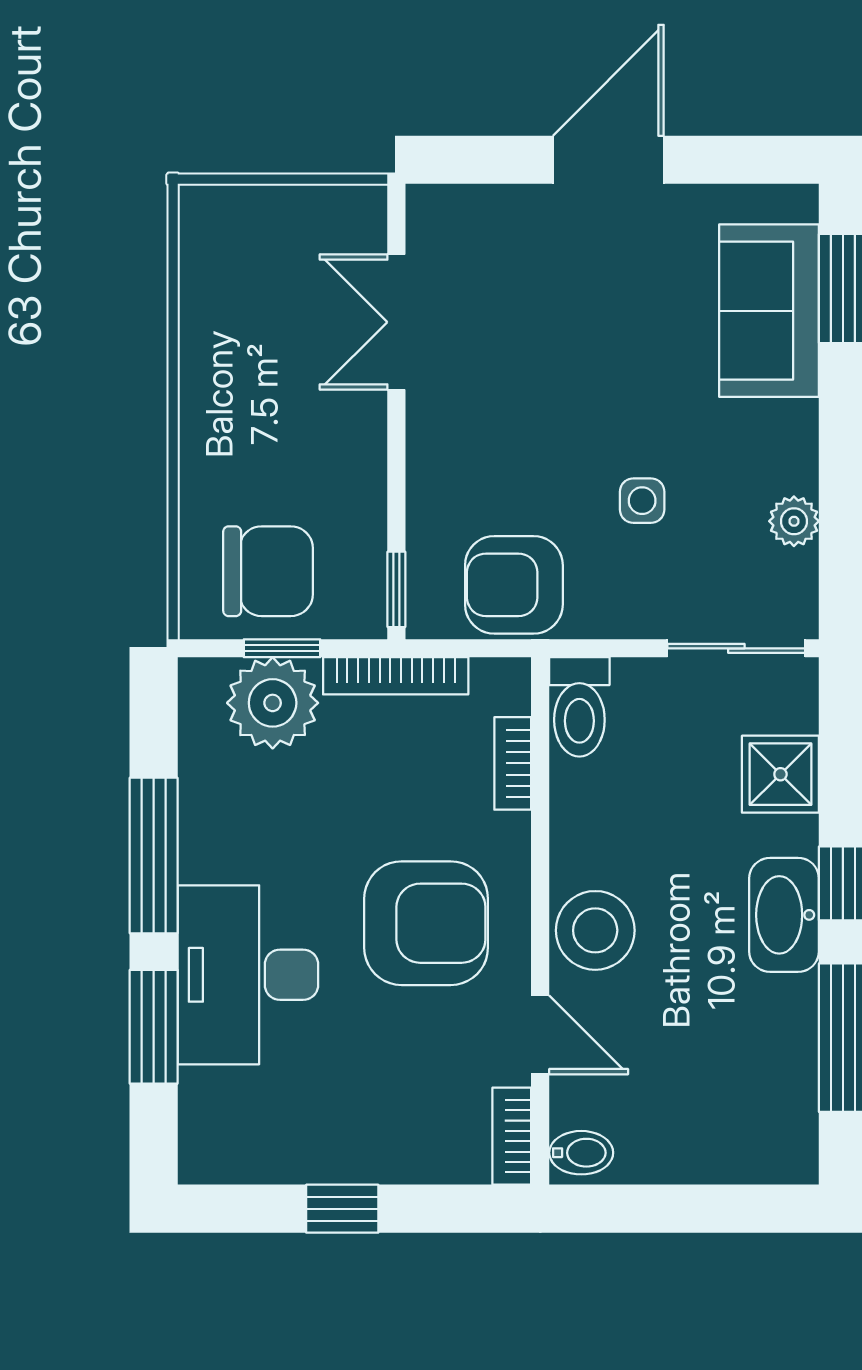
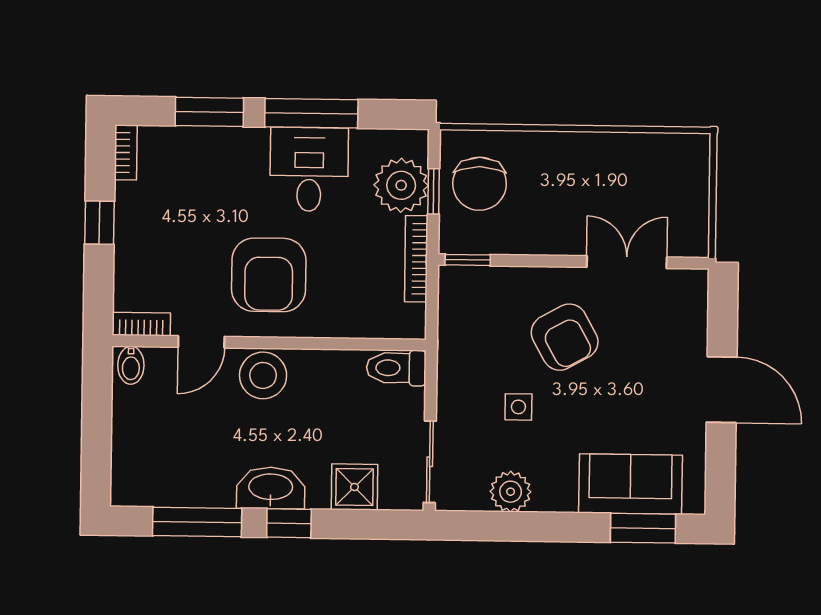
plant: (794, 521) -> (511, 492), width x1.38, depth x1.38
armchair: (514, 585) -> (565, 337), moved, turned 151
bookcase: (513, 763) -> (126, 152), moved, turned 90
desk: (248, 975) -> (309, 169), moved, width x0.73

